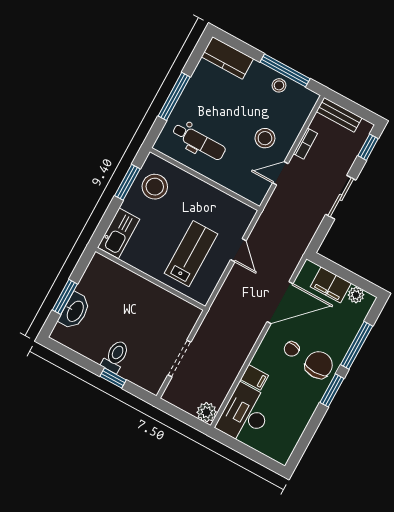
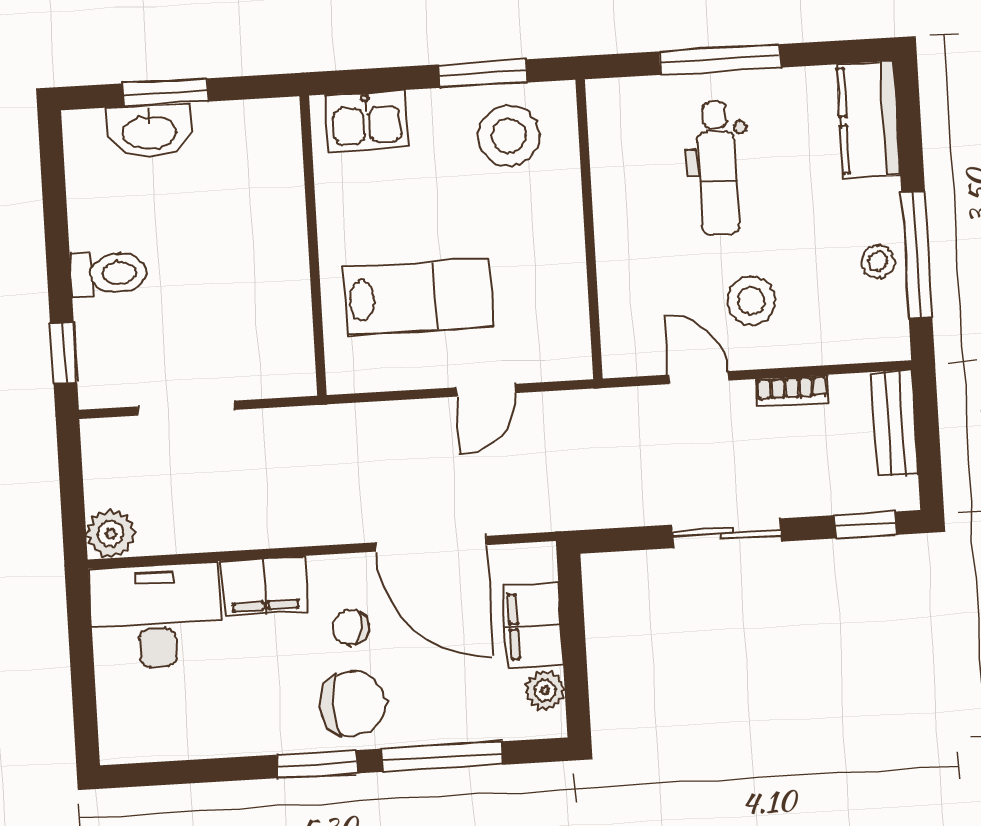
dental chair: (199, 141) -> (718, 168), moved
kitchen sink: (119, 233) -> (366, 121), width x0.73
filing cabinet: (254, 377) -> (265, 586), width x2.00
window: (113, 378) -> (64, 353), moved

